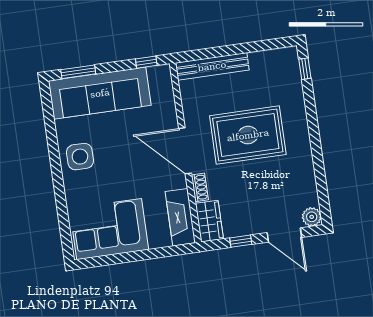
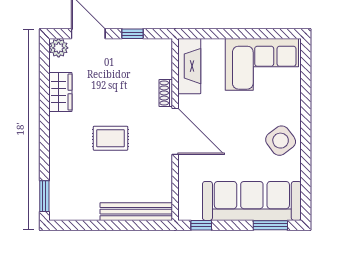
window: (305, 69) -> (44, 196), width x1.50
rug: (248, 135) -> (111, 138), width x0.54, depth x0.49
side table: (80, 157) -> (281, 141), turned -37
wardrobe: (209, 221) -> (60, 92), moved, turned 180

